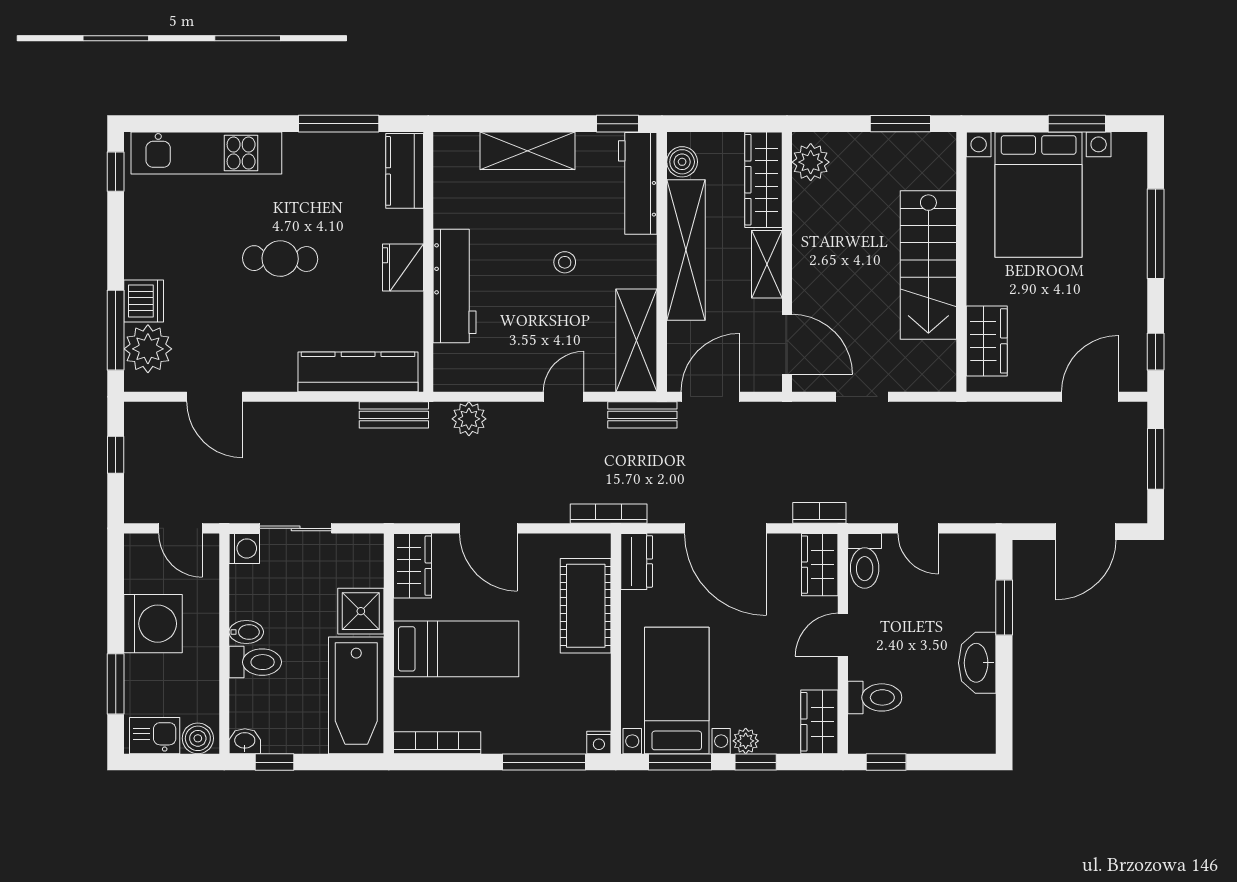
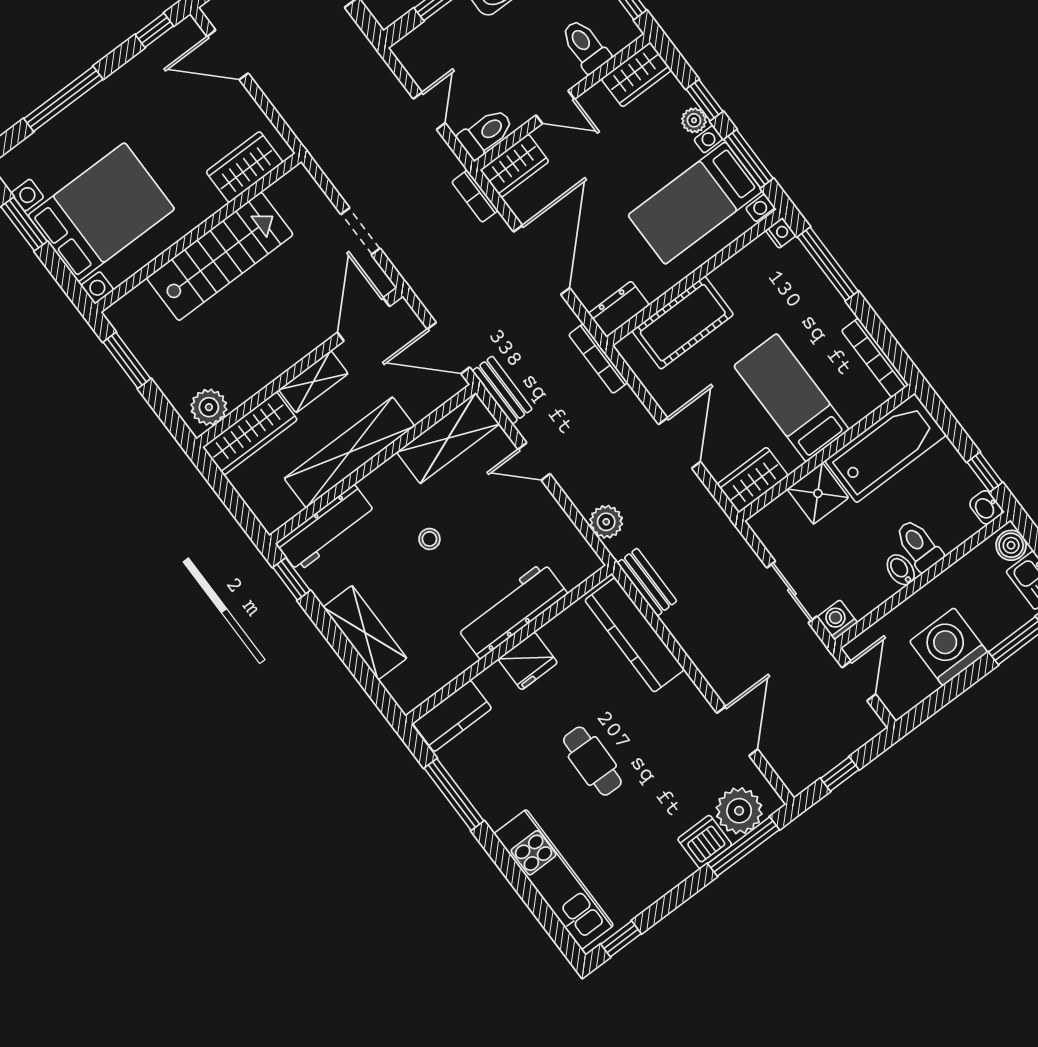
boiler: (682, 162) -> (283, 507), removed

